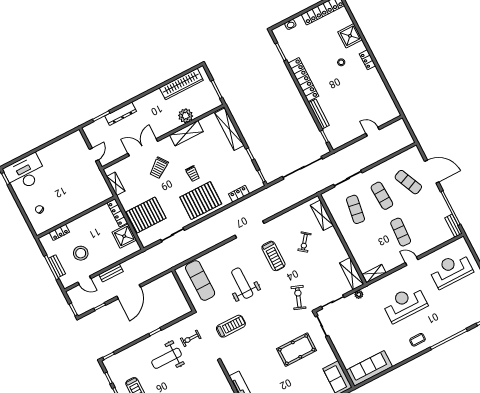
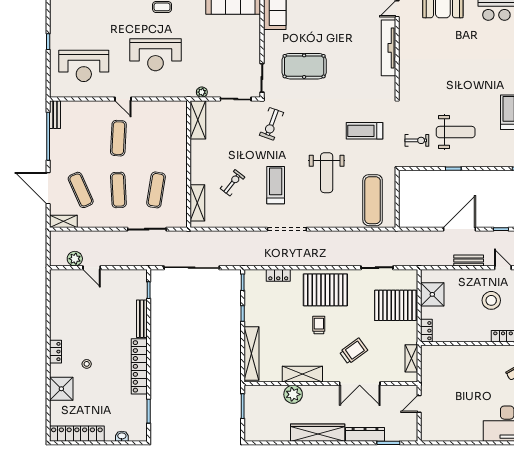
wardrobe: (181, 84) -> (318, 433), moved
plant: (388, 132) -> (75, 259), added
locker: (117, 213) -> (426, 331), width x0.66
shelving: (374, 274) -> (63, 221), moved

